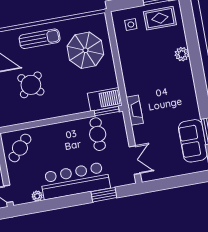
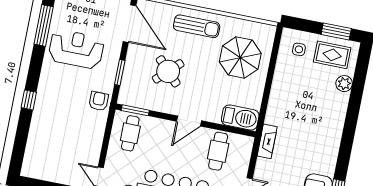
plant: (182, 54) -> (344, 84), moved
window: (107, 111) -> (135, 110), moved
door: (64, 119) -> (189, 121), added
cafe table: (20, 148) -> (130, 133), turned -43

